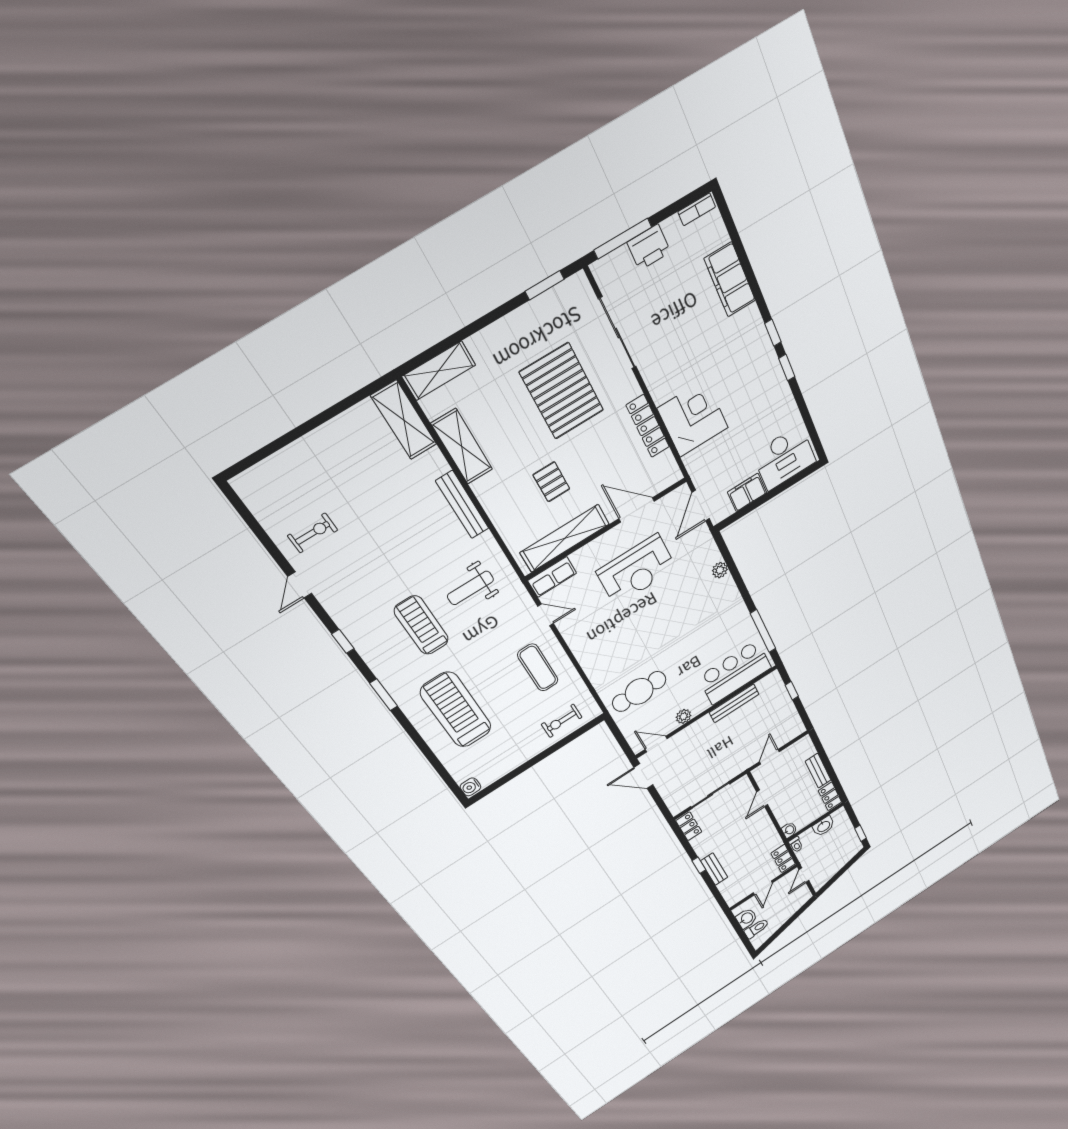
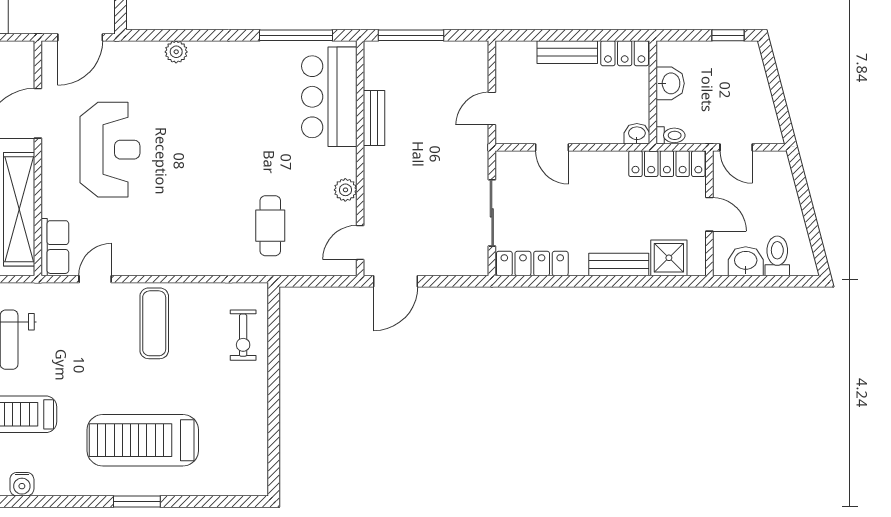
door: (701, 506) -> (80, 37), hinge flipped
exercise mat: (538, 668) -> (154, 323), turned 90
cafe table: (639, 691) -> (270, 226), width x0.73, depth x0.74
window: (792, 691) -> (411, 35), width x2.17
window: (384, 695) -> (137, 501), moved
bench: (734, 703) -> (374, 118), width x0.73
door: (769, 757) -> (492, 109), hinge flipped
water cooler: (470, 787) -> (22, 484), moved
locker: (689, 826) -> (532, 263), width x1.53
locker: (783, 859) -> (667, 164), width x1.53
window: (699, 865) -> (595, 281), removed
shower: (730, 887) -> (669, 258), added

